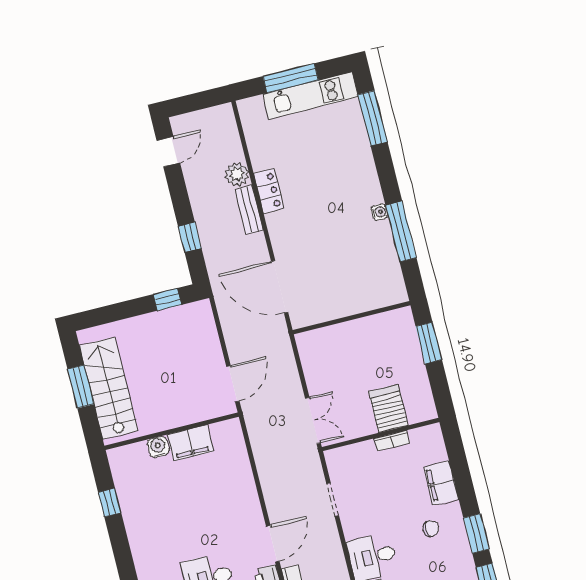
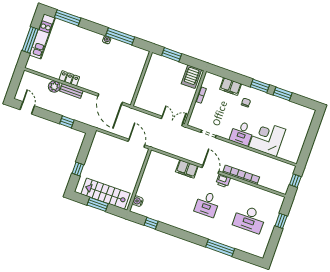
door: (280, 287) -> (110, 99), hinge flipped
window: (167, 299) -> (78, 169), moved
server rack: (388, 408) -> (191, 77), moved, turned -90
filing cabinet: (190, 443) -> (187, 169), moved, turned 90
water cooler: (158, 447) -> (138, 201), moved

